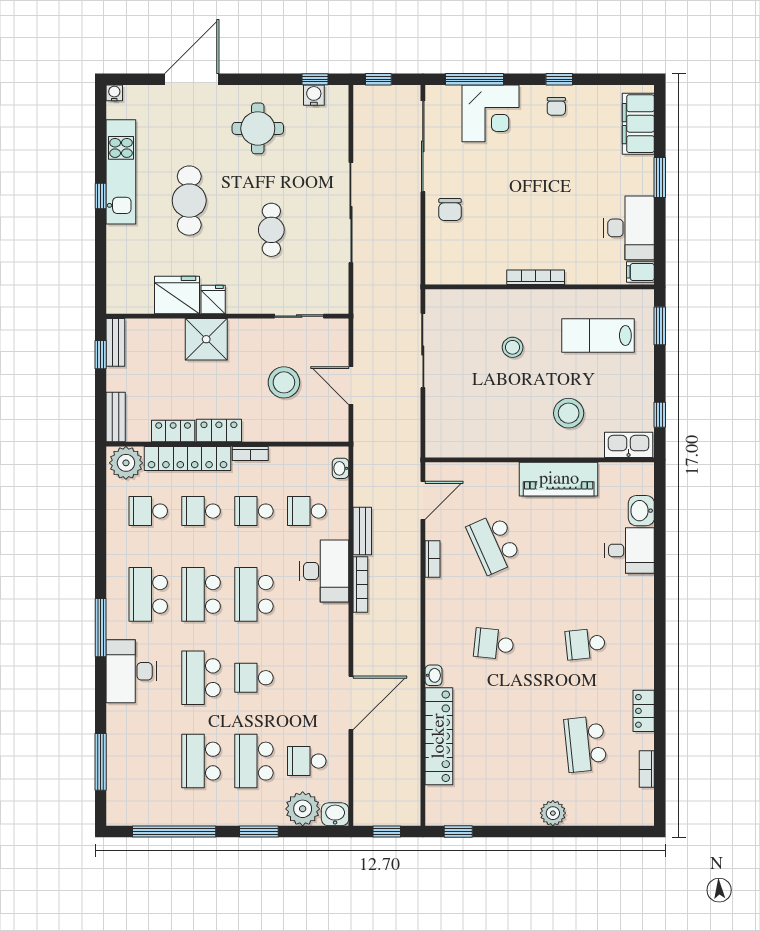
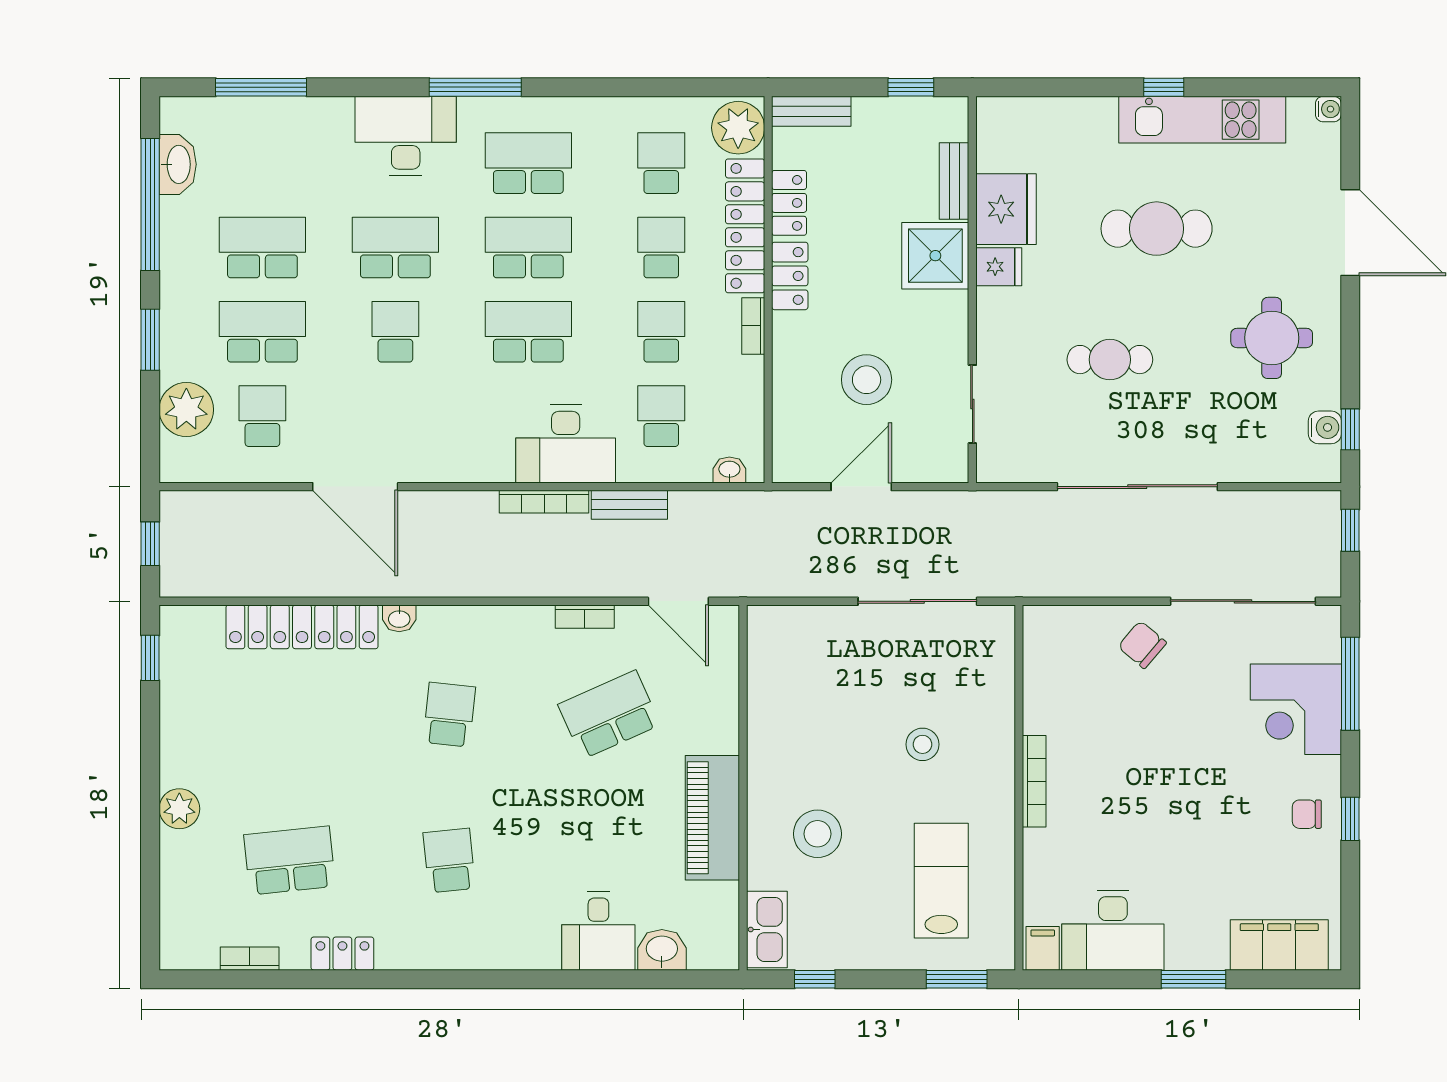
chair: (450, 210) -> (1142, 645), turned 40
bench: (115, 342) -> (954, 181), moved, turned 90
washbasin: (335, 814) -> (178, 164), moved, width x1.38

